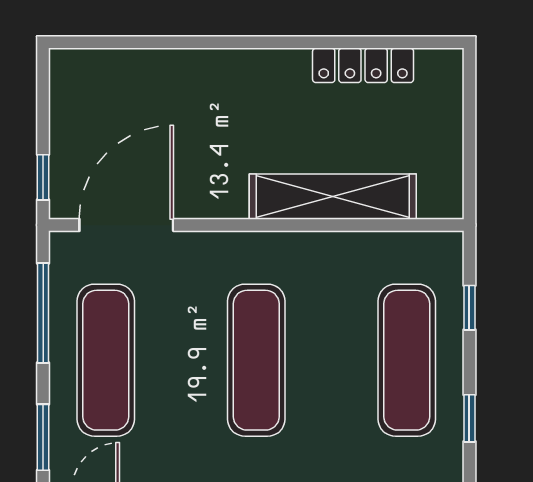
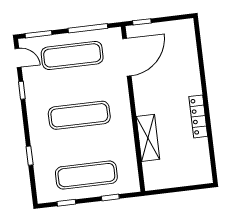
locker: (363, 65) -> (198, 116), moved
shelving: (333, 197) -> (148, 138), width x0.68
door: (126, 225) -> (127, 57), hinge flipped

